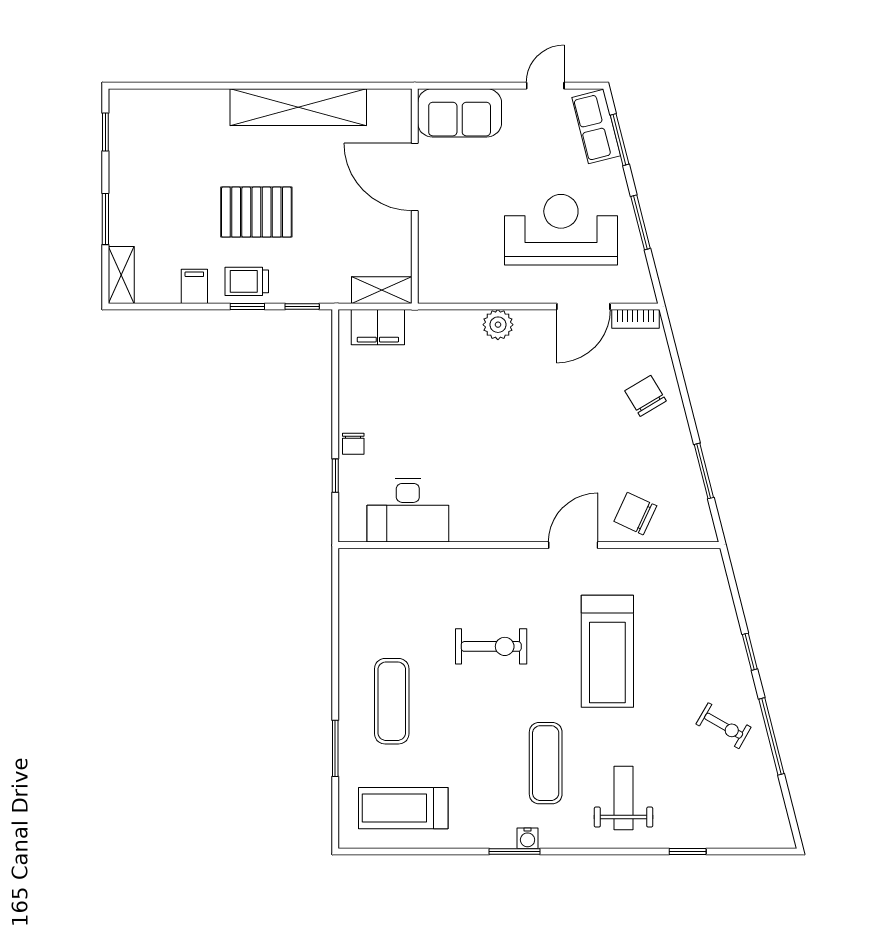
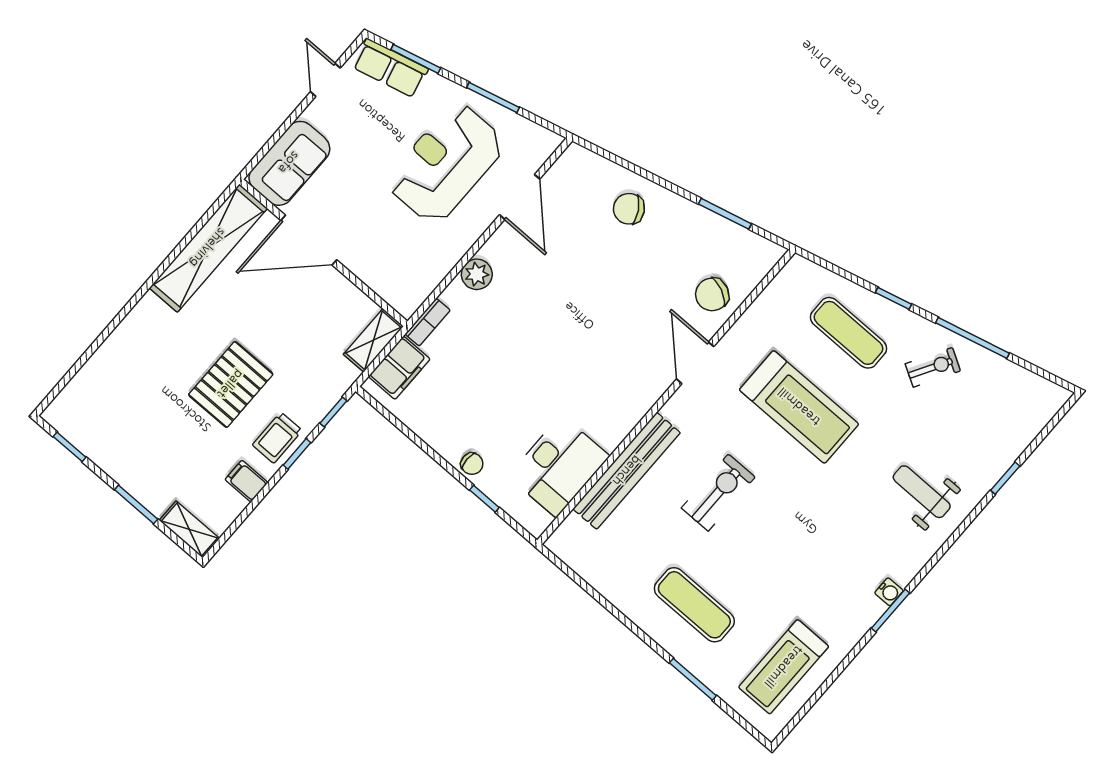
shelving: (298, 107) -> (208, 248), moved
bookcase: (635, 319) -> (428, 322), moved
bench: (448, 564) -> (627, 471), added
exercise mat: (546, 763) -> (849, 333), moved

